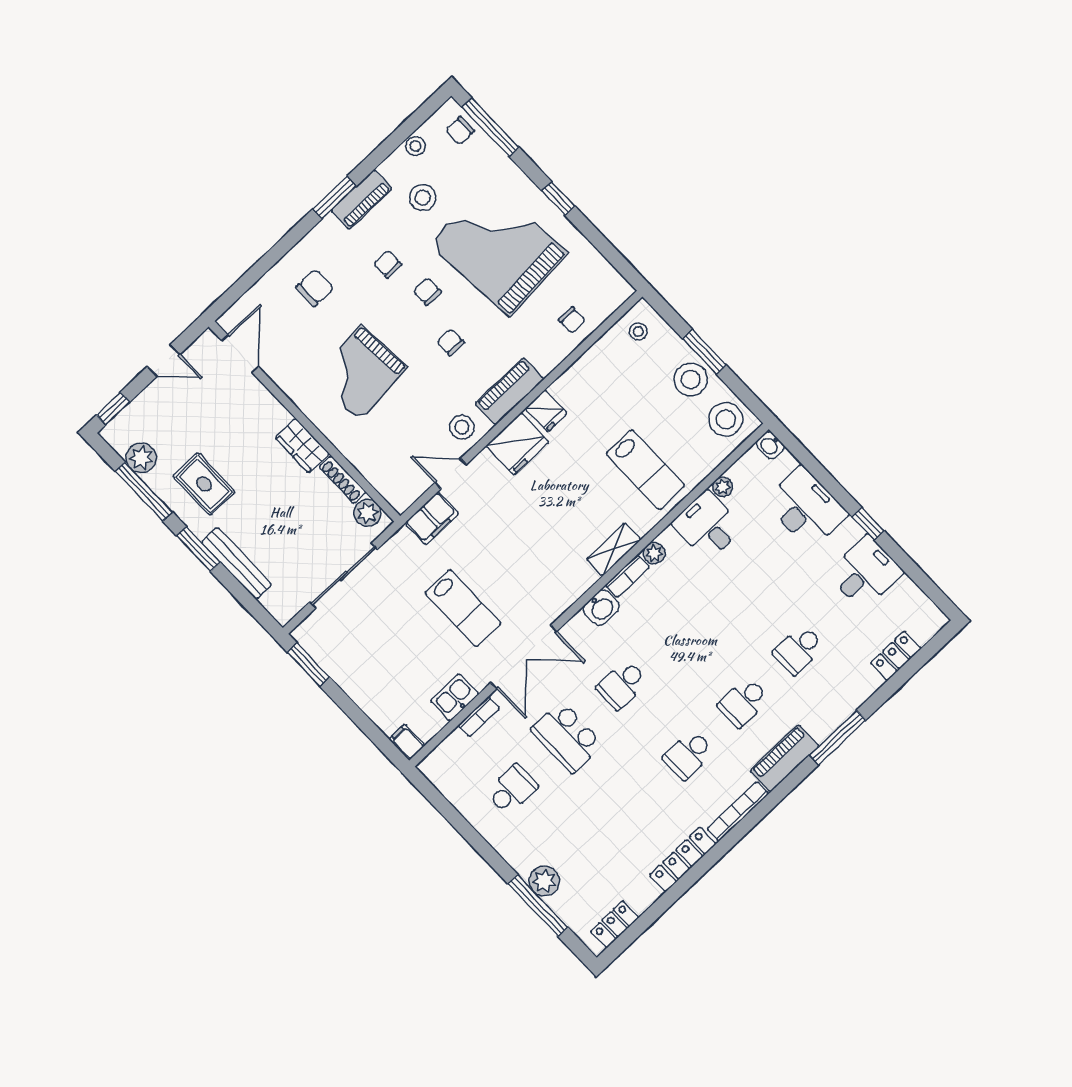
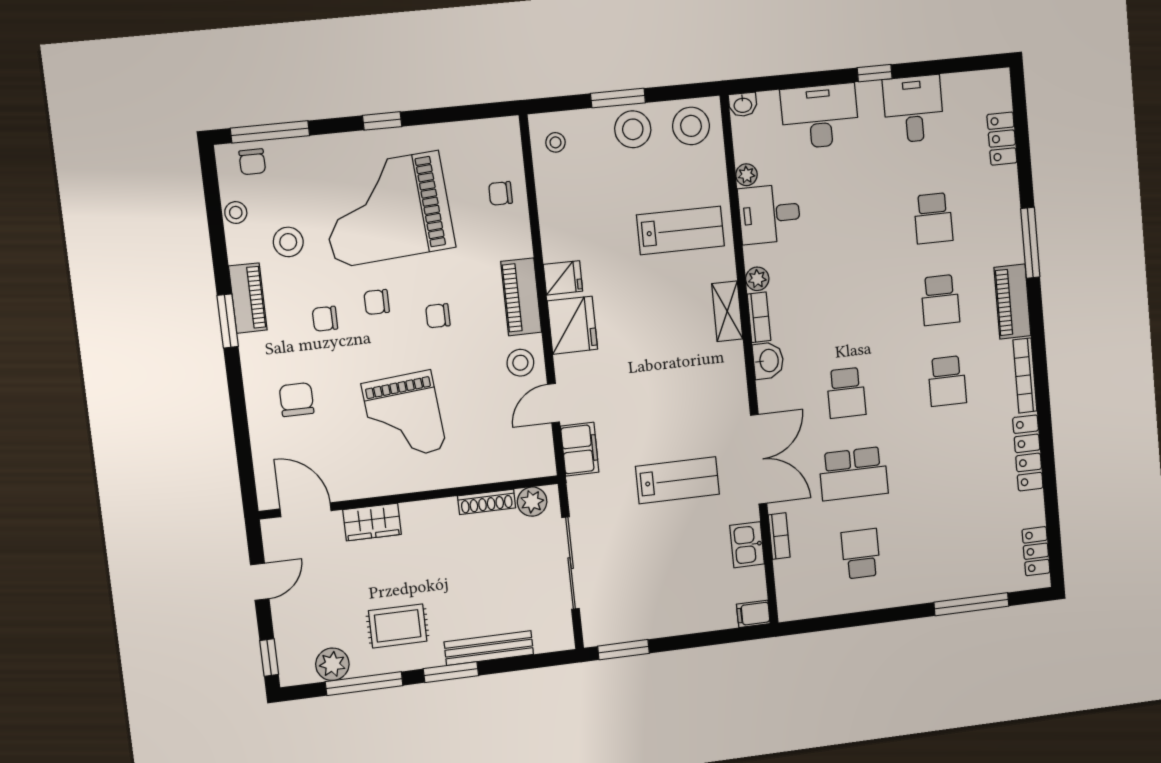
chair: (572, 320) -> (500, 193), turned 180
wardrobe: (302, 446) -> (372, 522), moved
plant: (544, 881) -> (956, 584), removed

